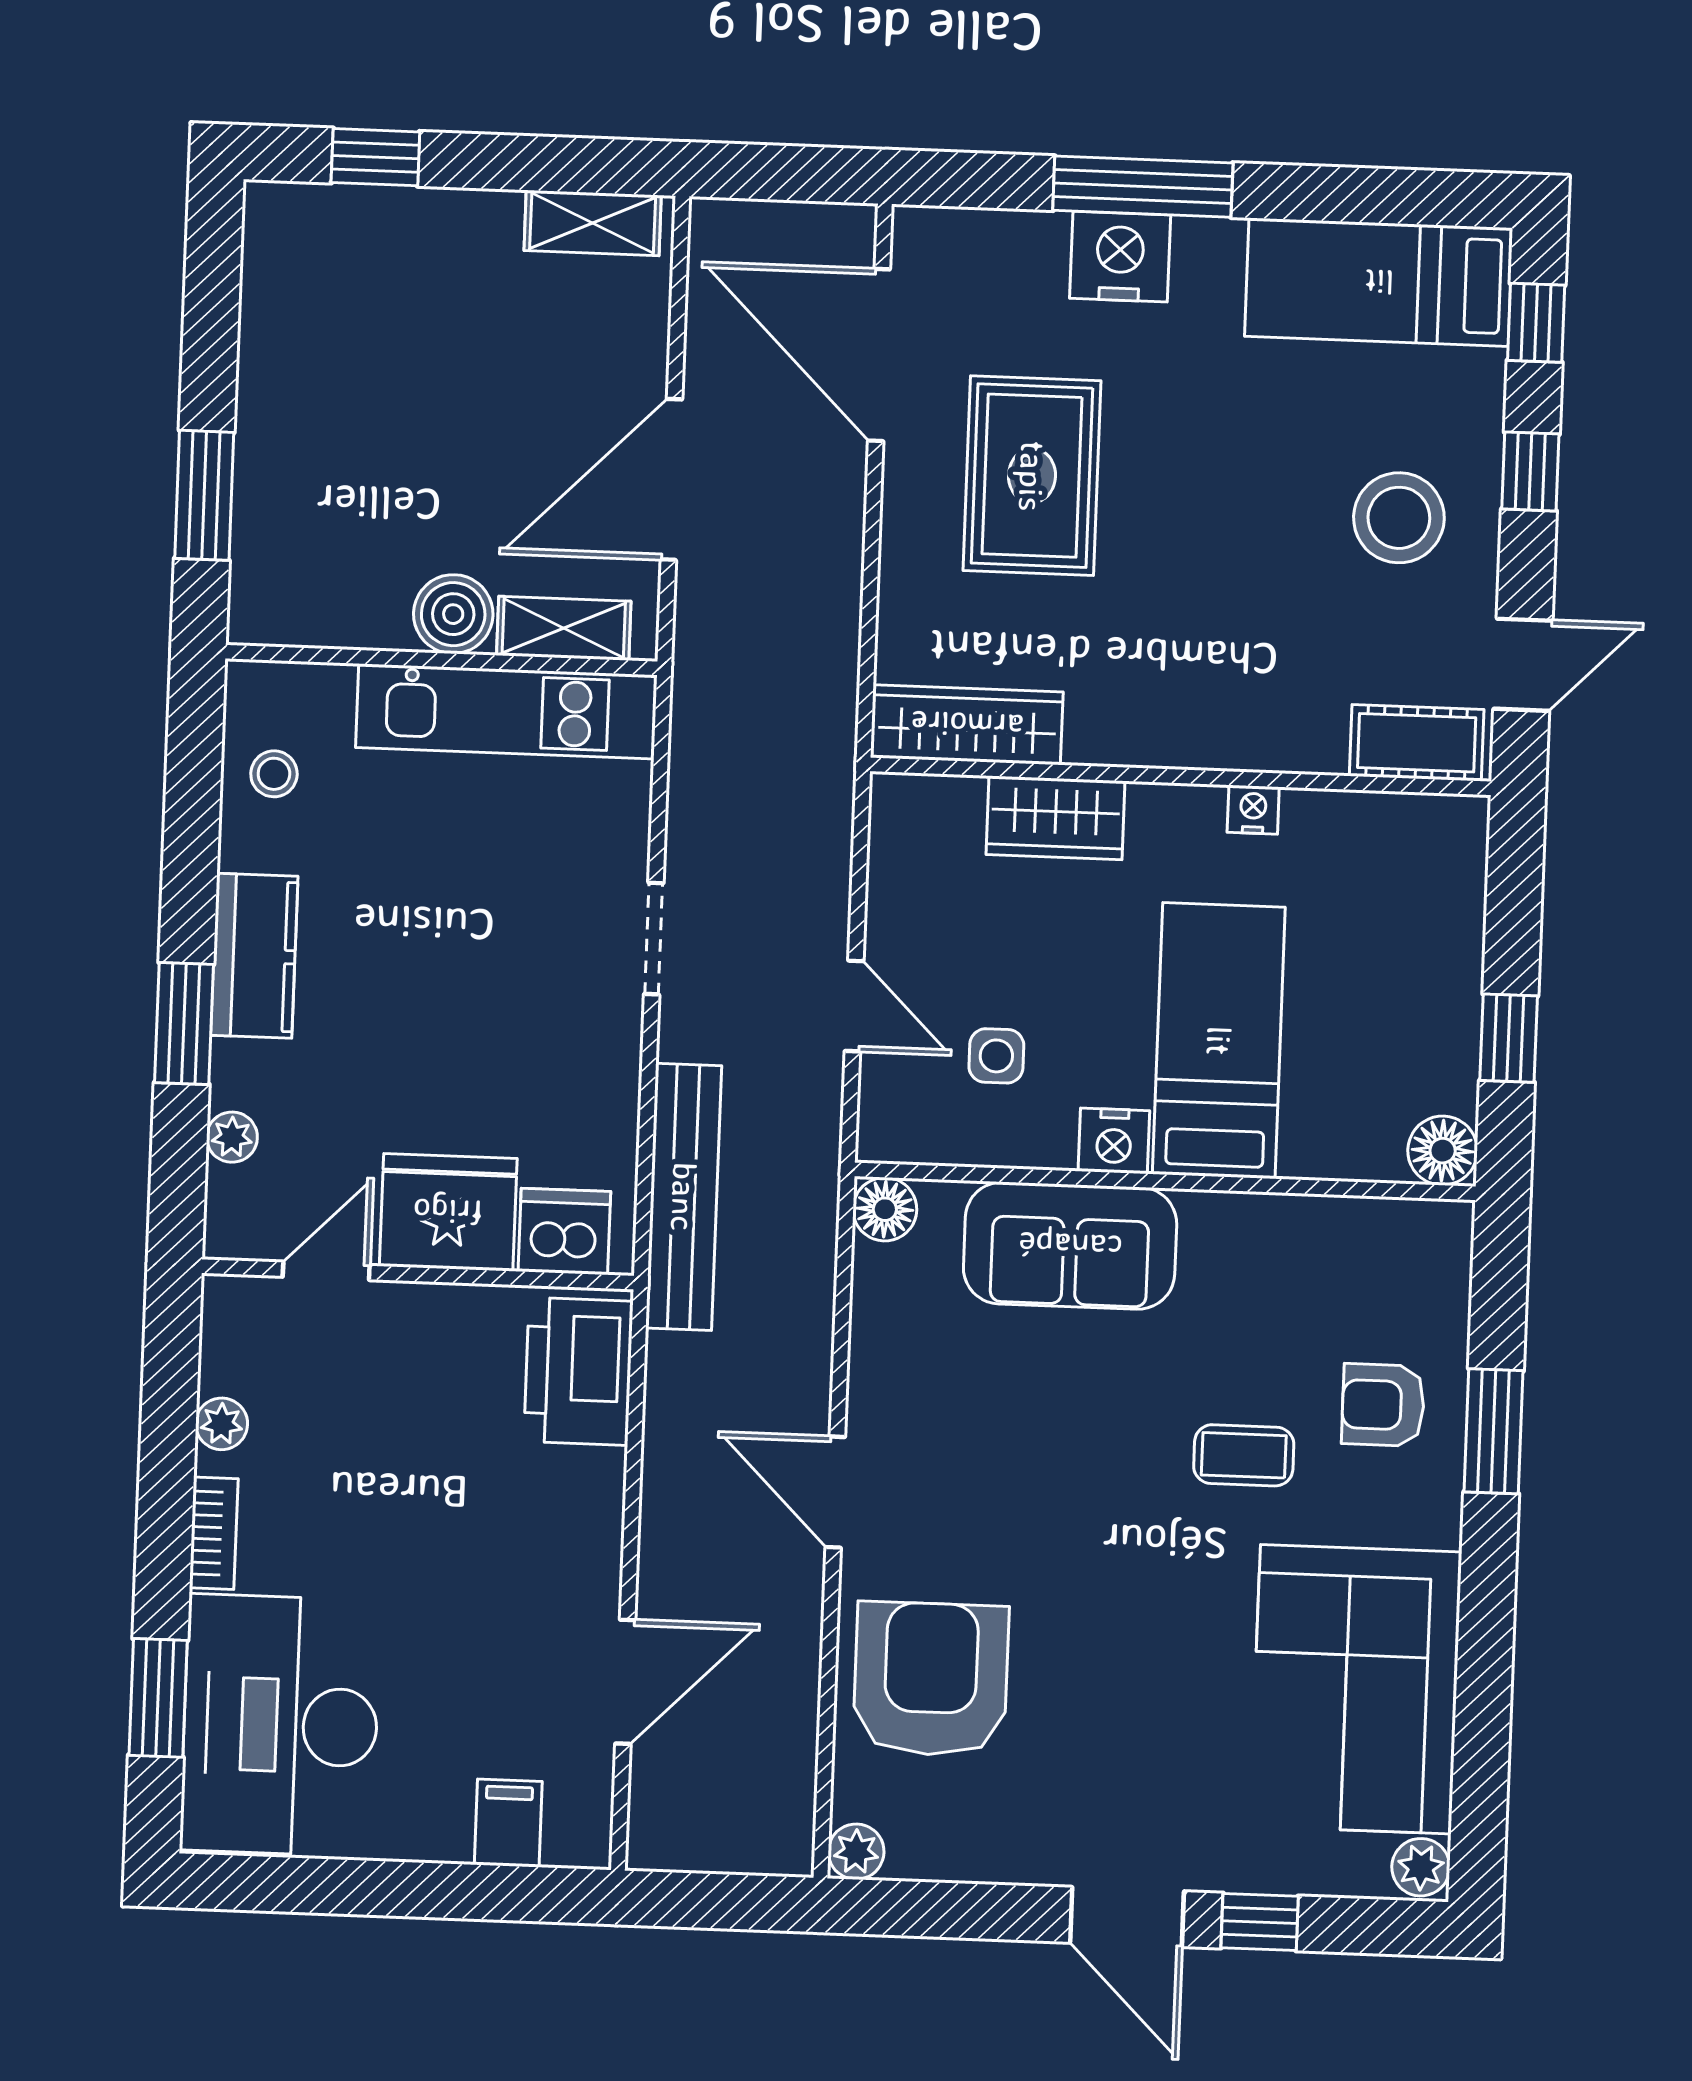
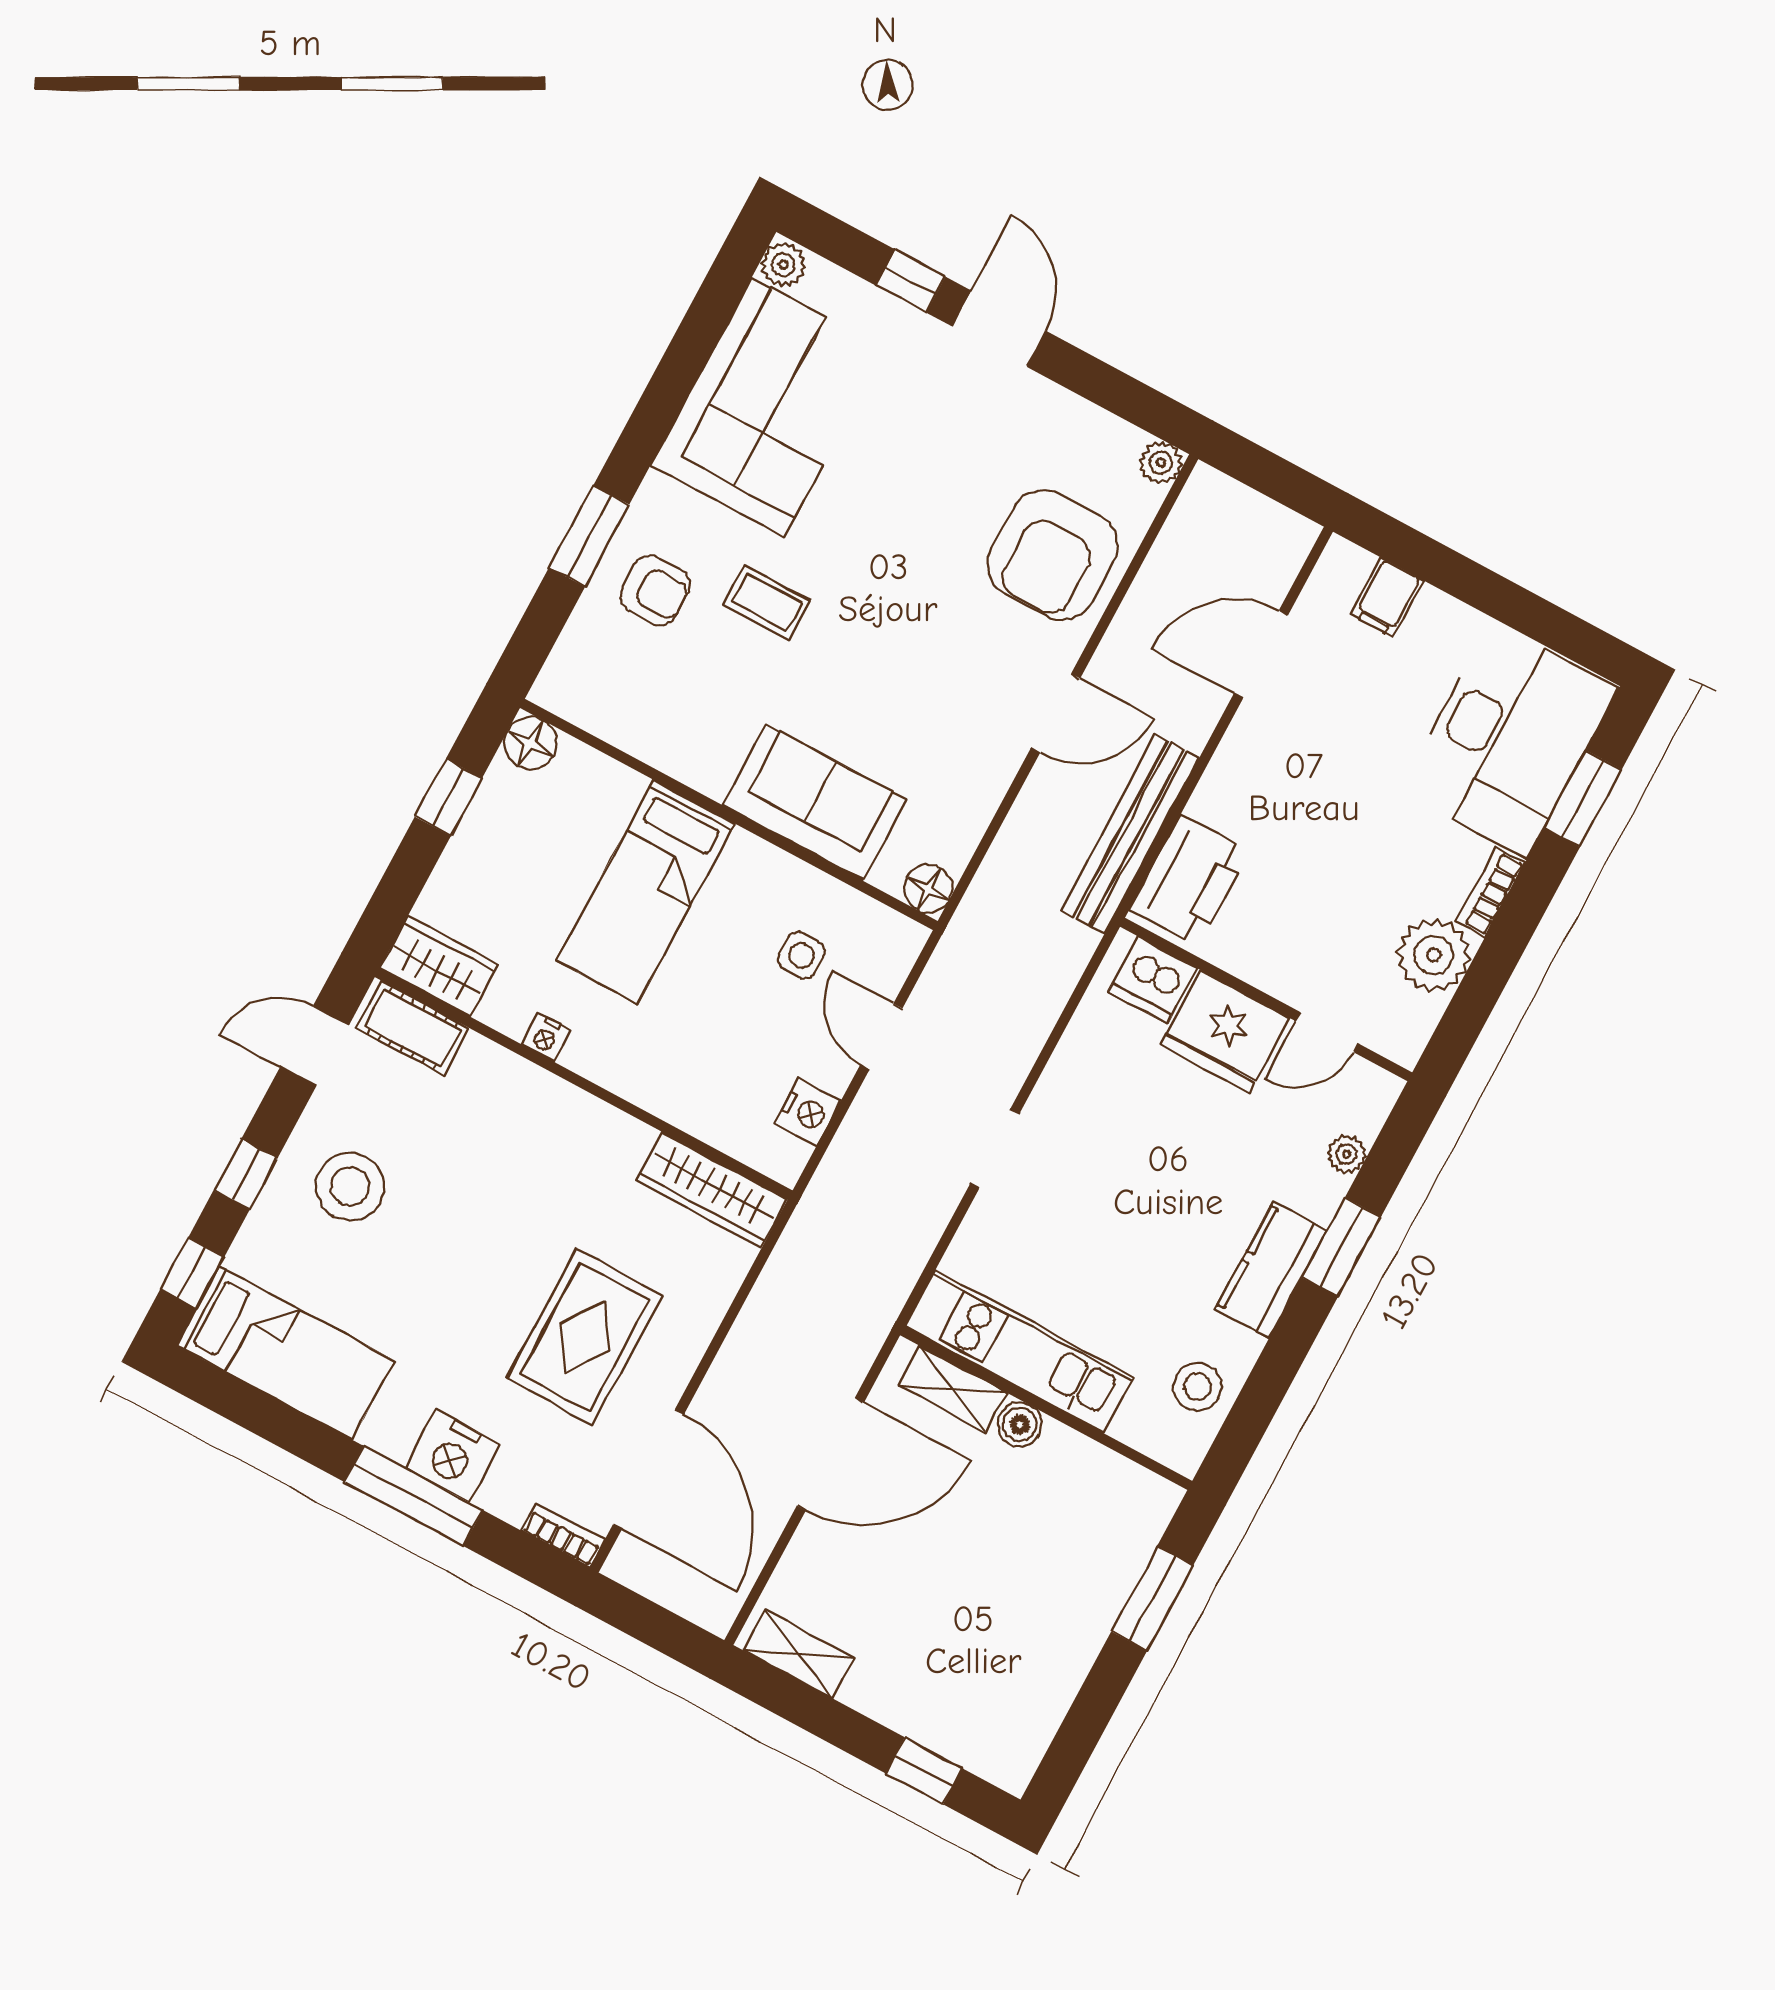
bookcase: (942, 227) -> (563, 1535), added
boiler: (453, 614) -> (1020, 1424), width x0.73, depth x0.73
stool: (274, 774) -> (1197, 1387), width x1.37, depth x1.37
wardrobe: (1055, 818) -> (439, 966), moved
nightstand: (1114, 1141) -> (808, 1112), moved, turned 90
bench: (684, 1197) -> (1130, 834), moved
plant: (222, 1424) -> (1434, 955), width x1.87, depth x1.87
door: (835, 1492) -> (1055, 713), hinge flipped

